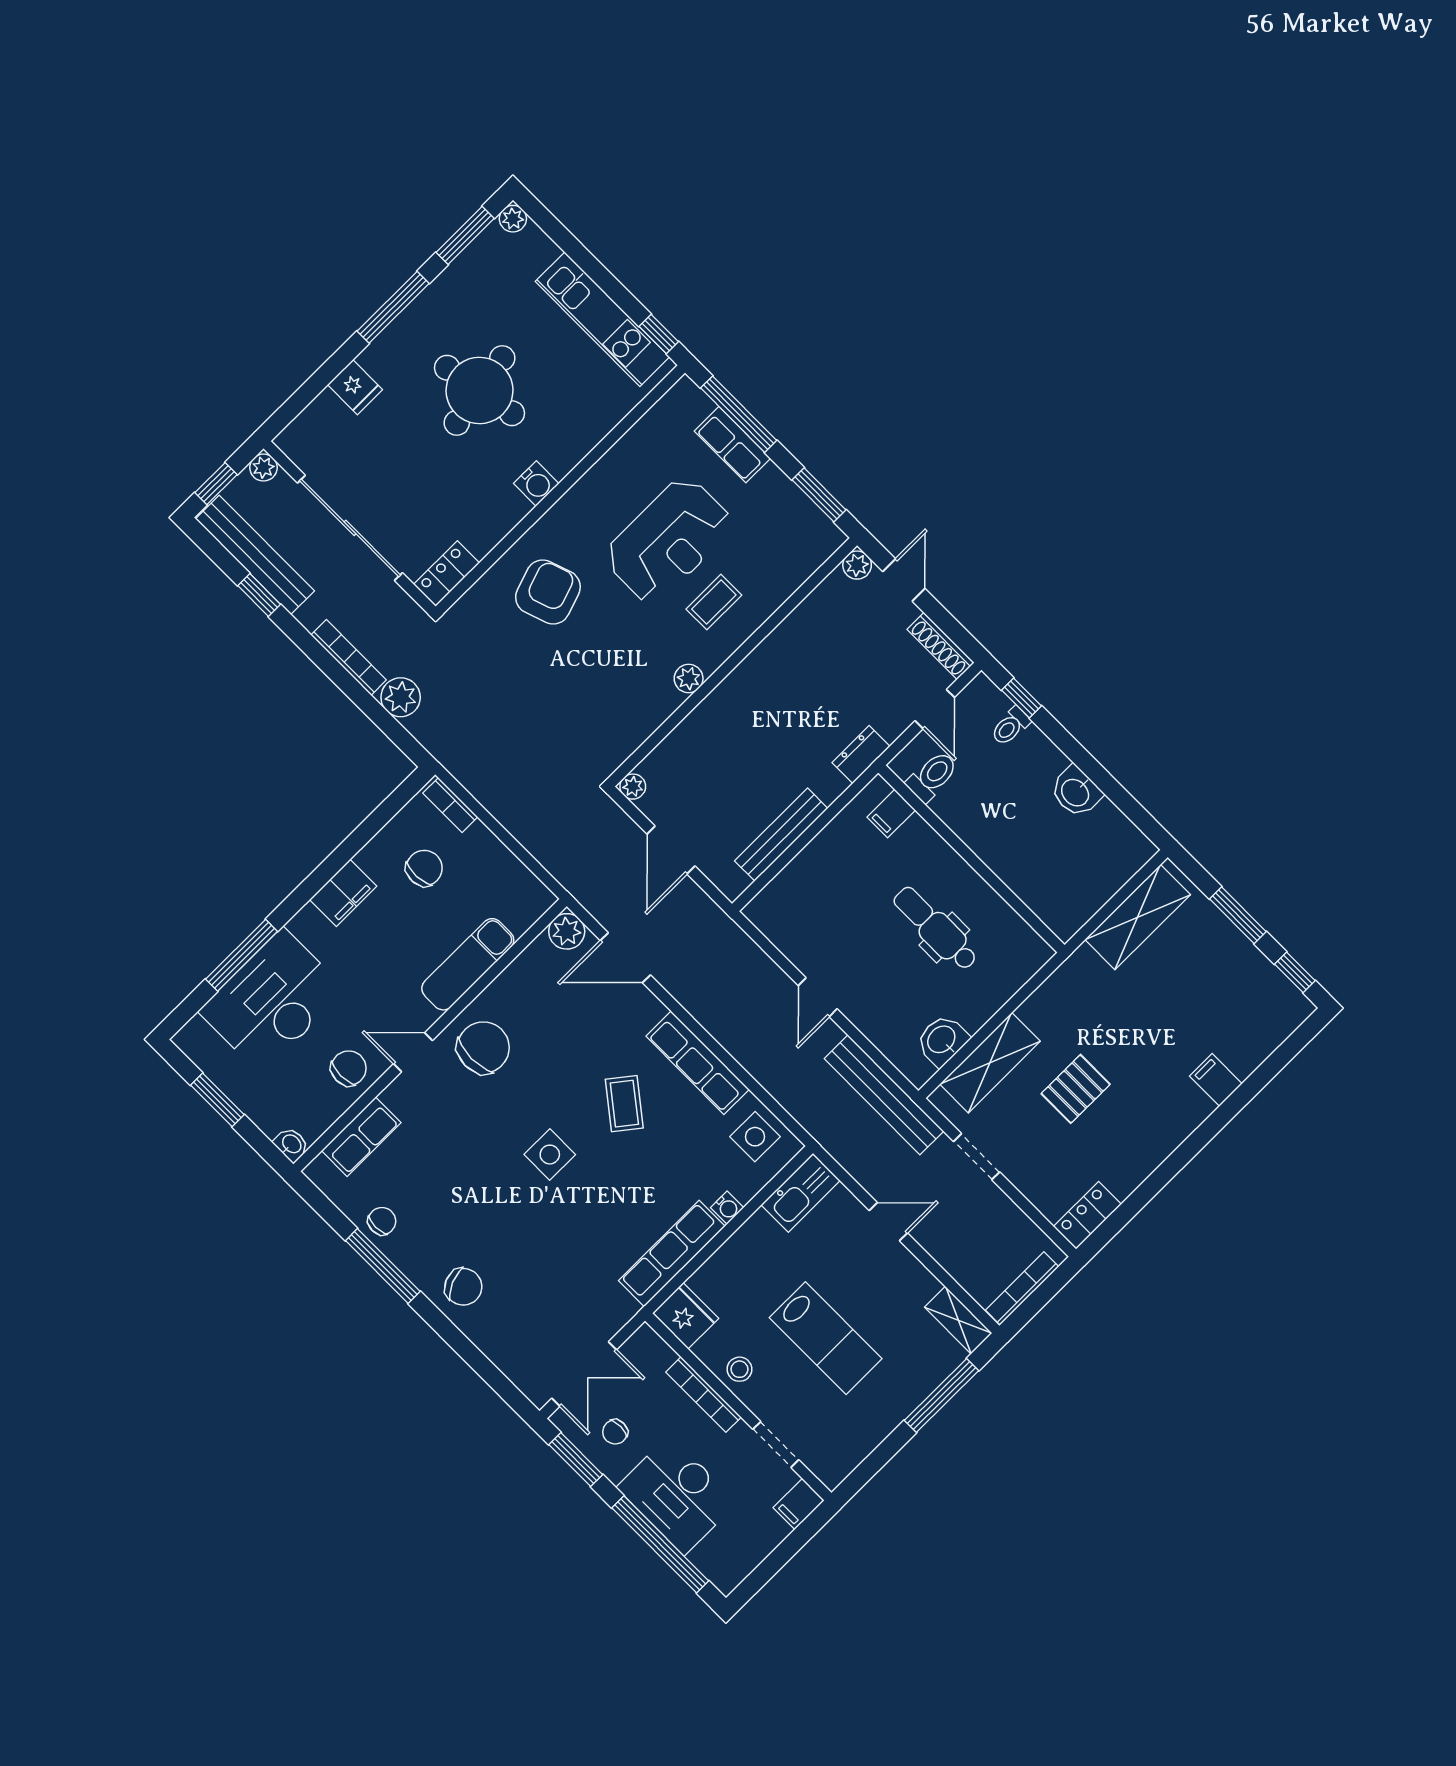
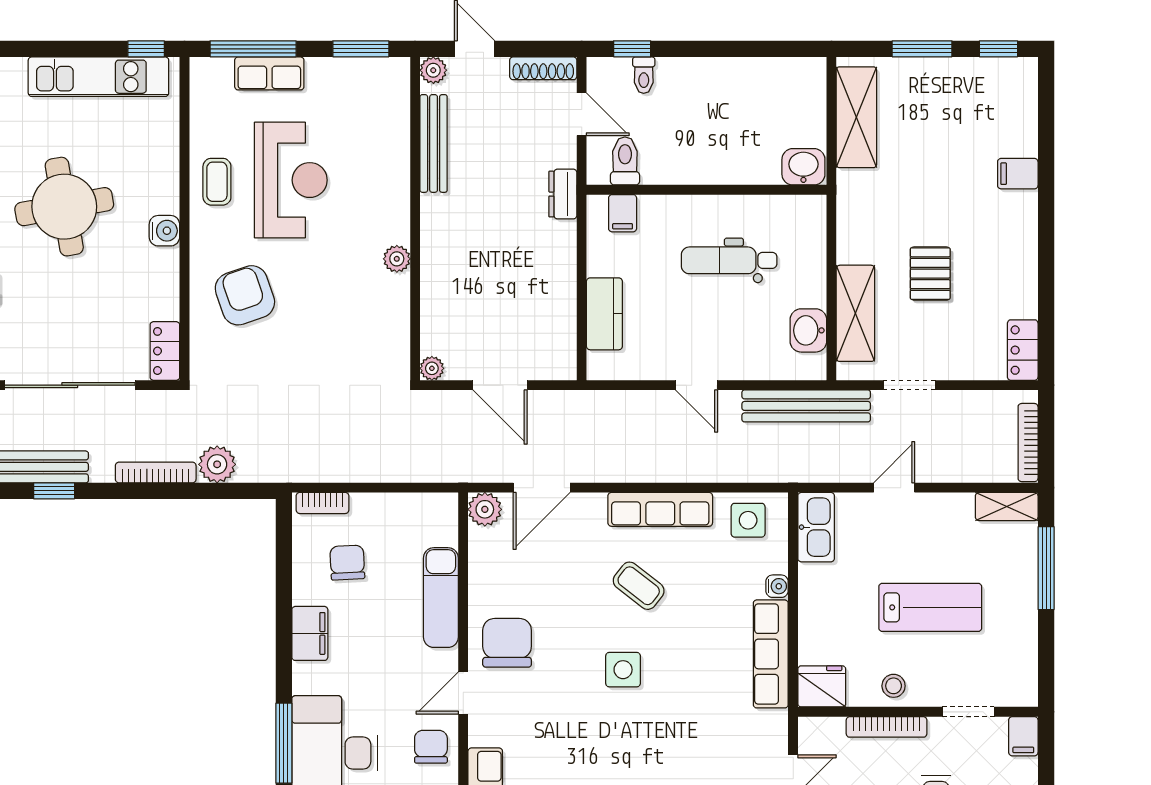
coffee table: (714, 602) -> (217, 182), moved
washbasin: (1076, 792) -> (803, 167), moved, turned 180
bench: (781, 835) -> (434, 143), moved
kitchen counter: (802, 875) -> (604, 314), added

